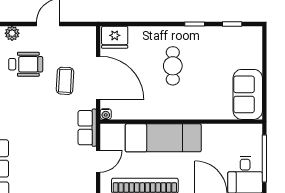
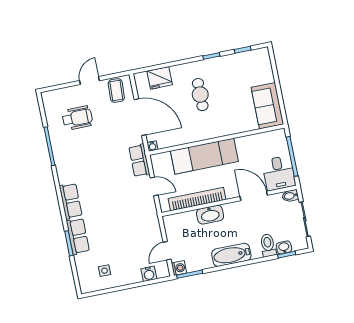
plant: (12, 33) -> (61, 94), removed
fridge: (115, 37) -> (160, 78), moved
coffee table: (65, 81) -> (116, 91), moved
door: (98, 161) -> (154, 186), hinge flipped

